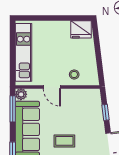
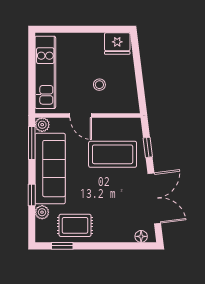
stool: (74, 74) -> (99, 85), moved
coffee table: (64, 141) -> (113, 154), moved, width x1.86, depth x1.72

